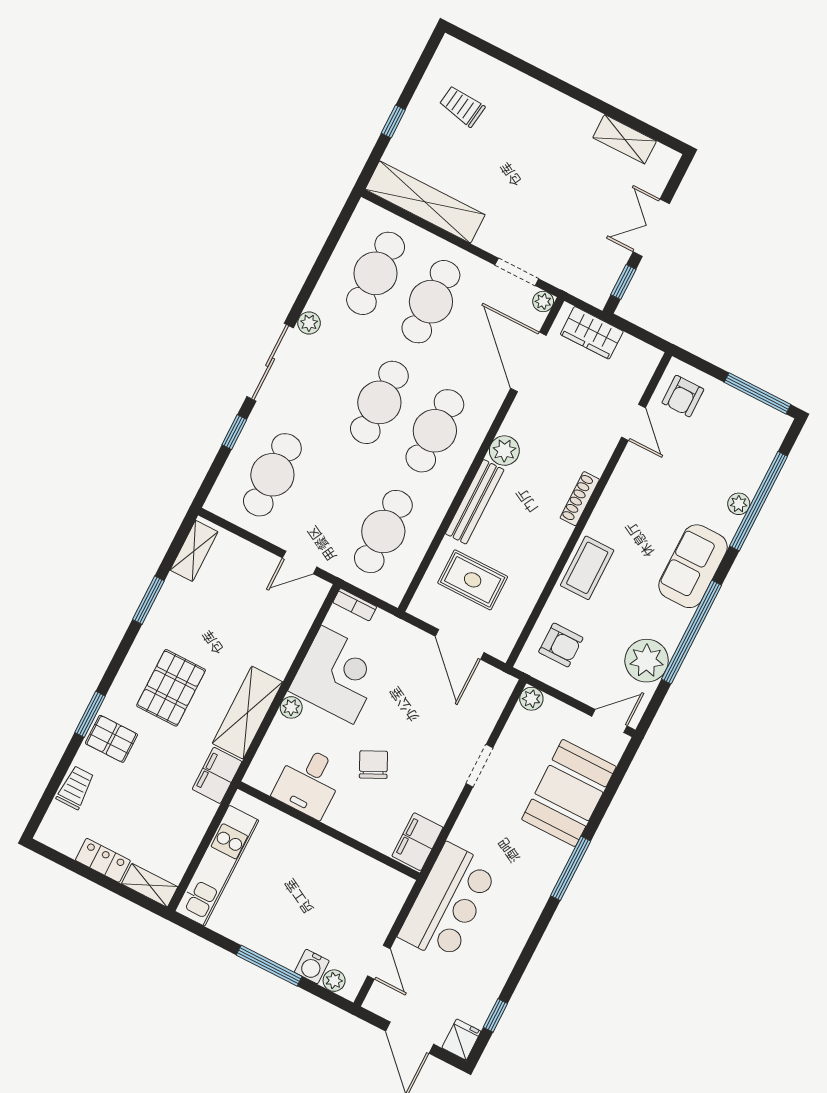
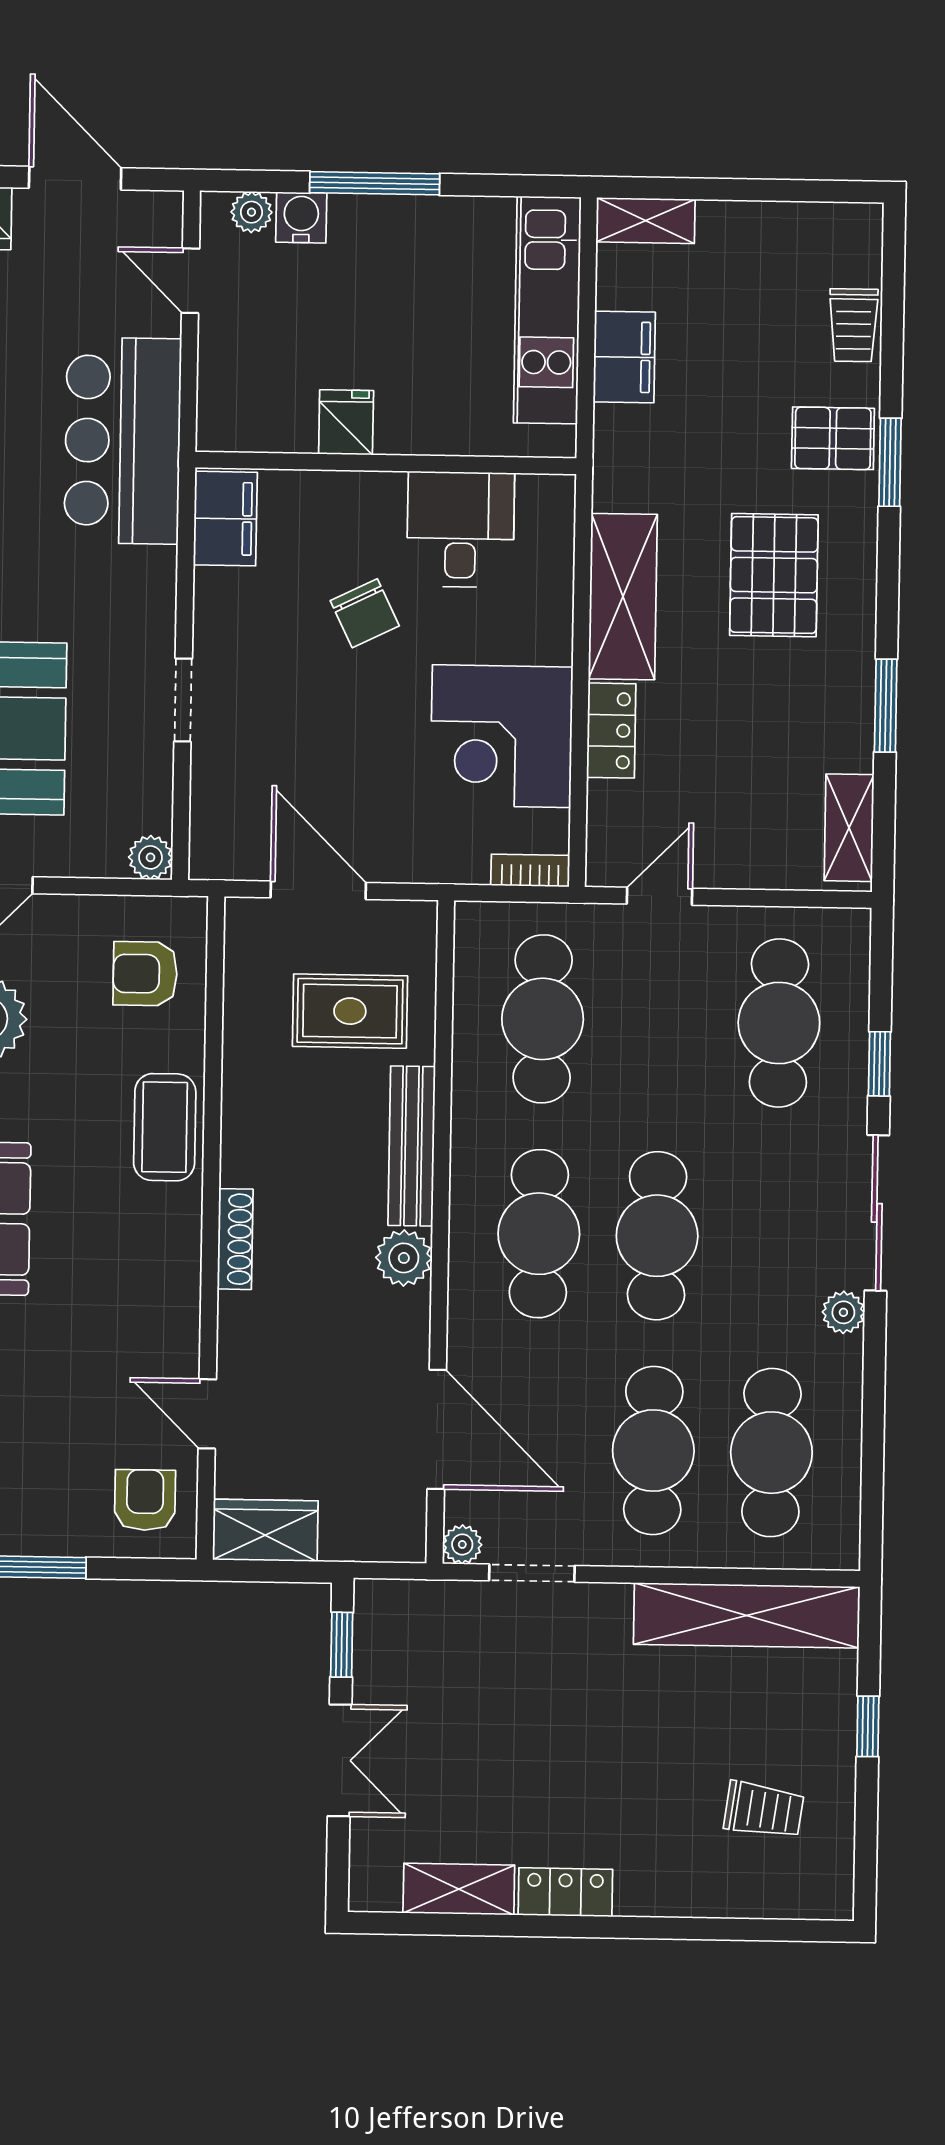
locker: (575, 113) -> (565, 1892), added
wardrobe: (592, 333) -> (265, 1530), moved
plant: (291, 707) -> (553, 642), removed
filing cabinet: (217, 775) -> (624, 357), moved
fridge: (338, 859) -> (346, 422), added
locker: (103, 860) -> (611, 731), moved, turned -90

